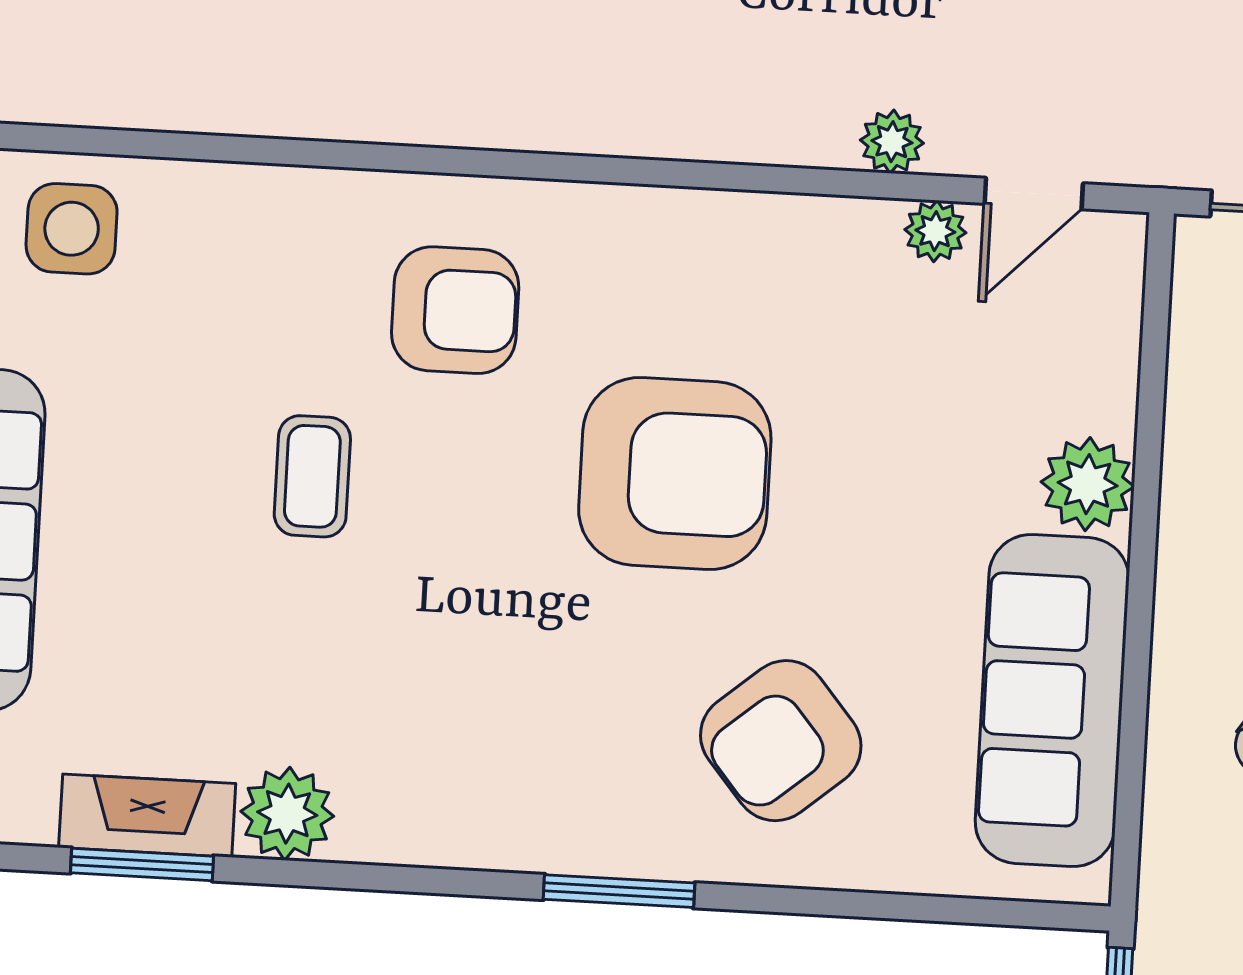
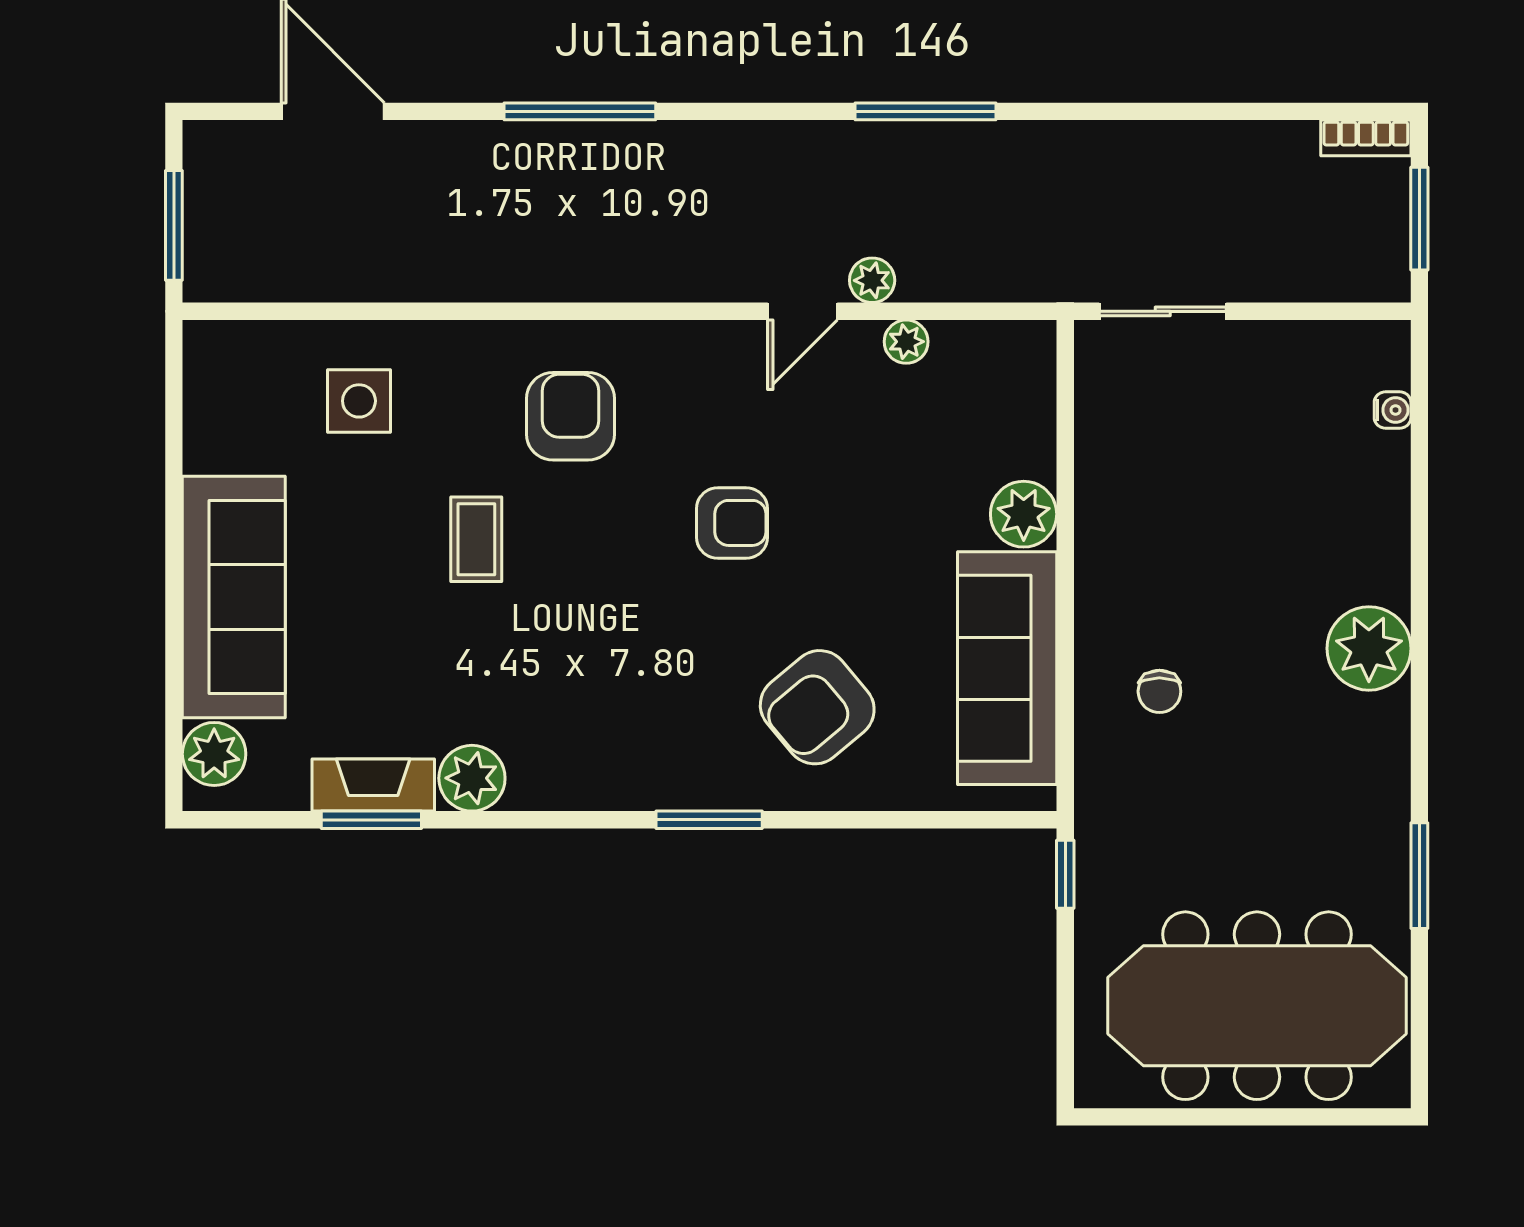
door: (1034, 194) -> (802, 311), moved
side table: (72, 229) -> (359, 401), moved
armchair: (455, 310) -> (570, 416), turned -90
armchair: (675, 474) -> (732, 523), width x0.53, depth x0.53

